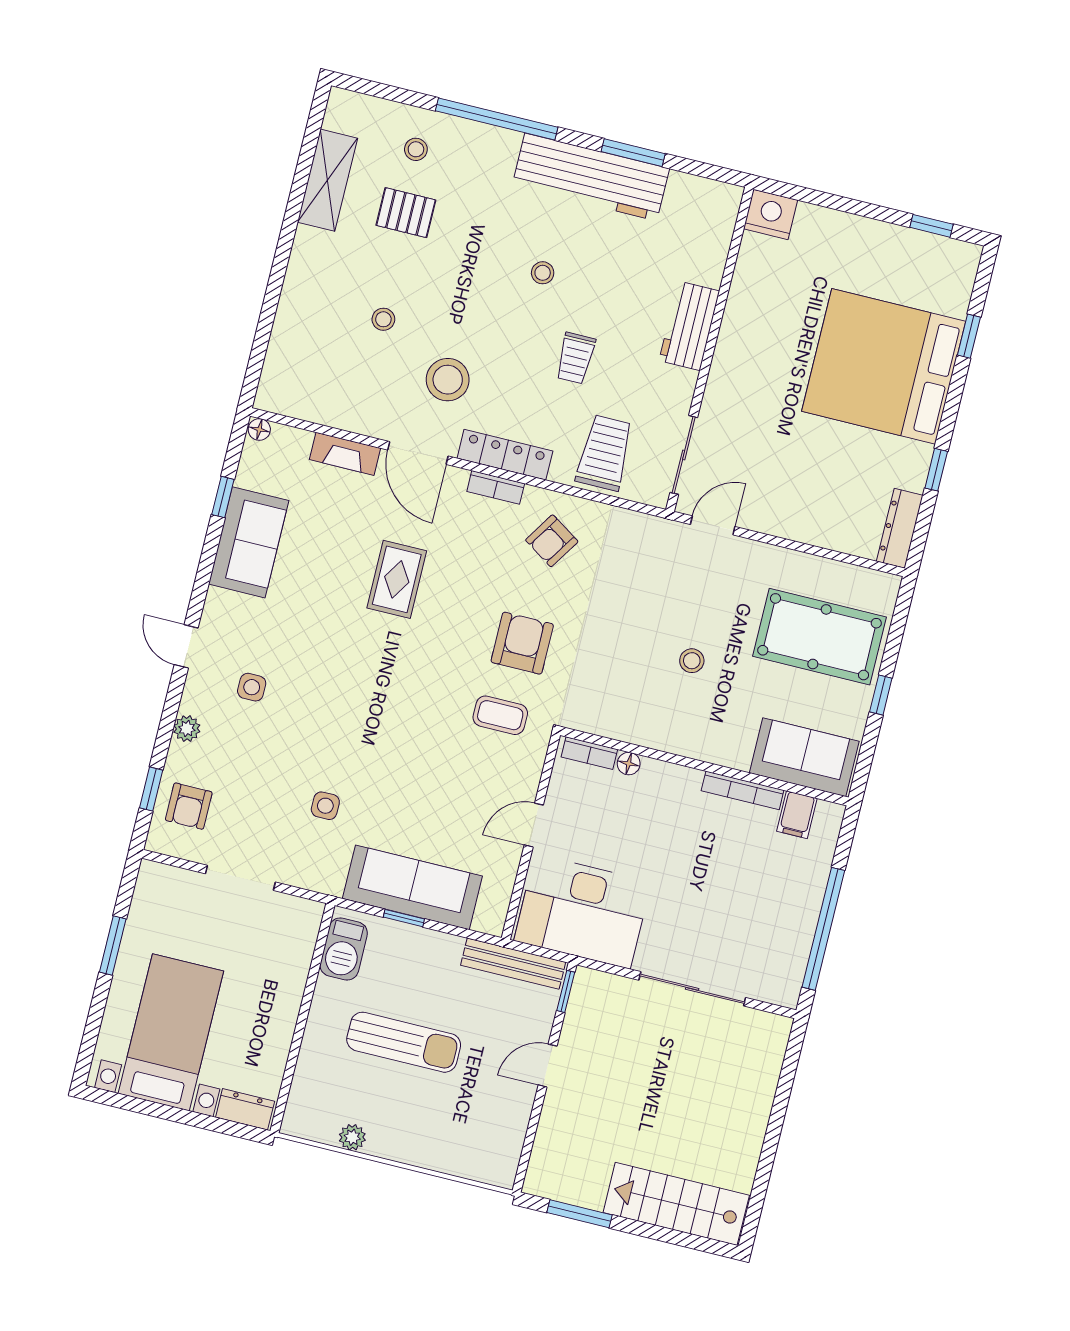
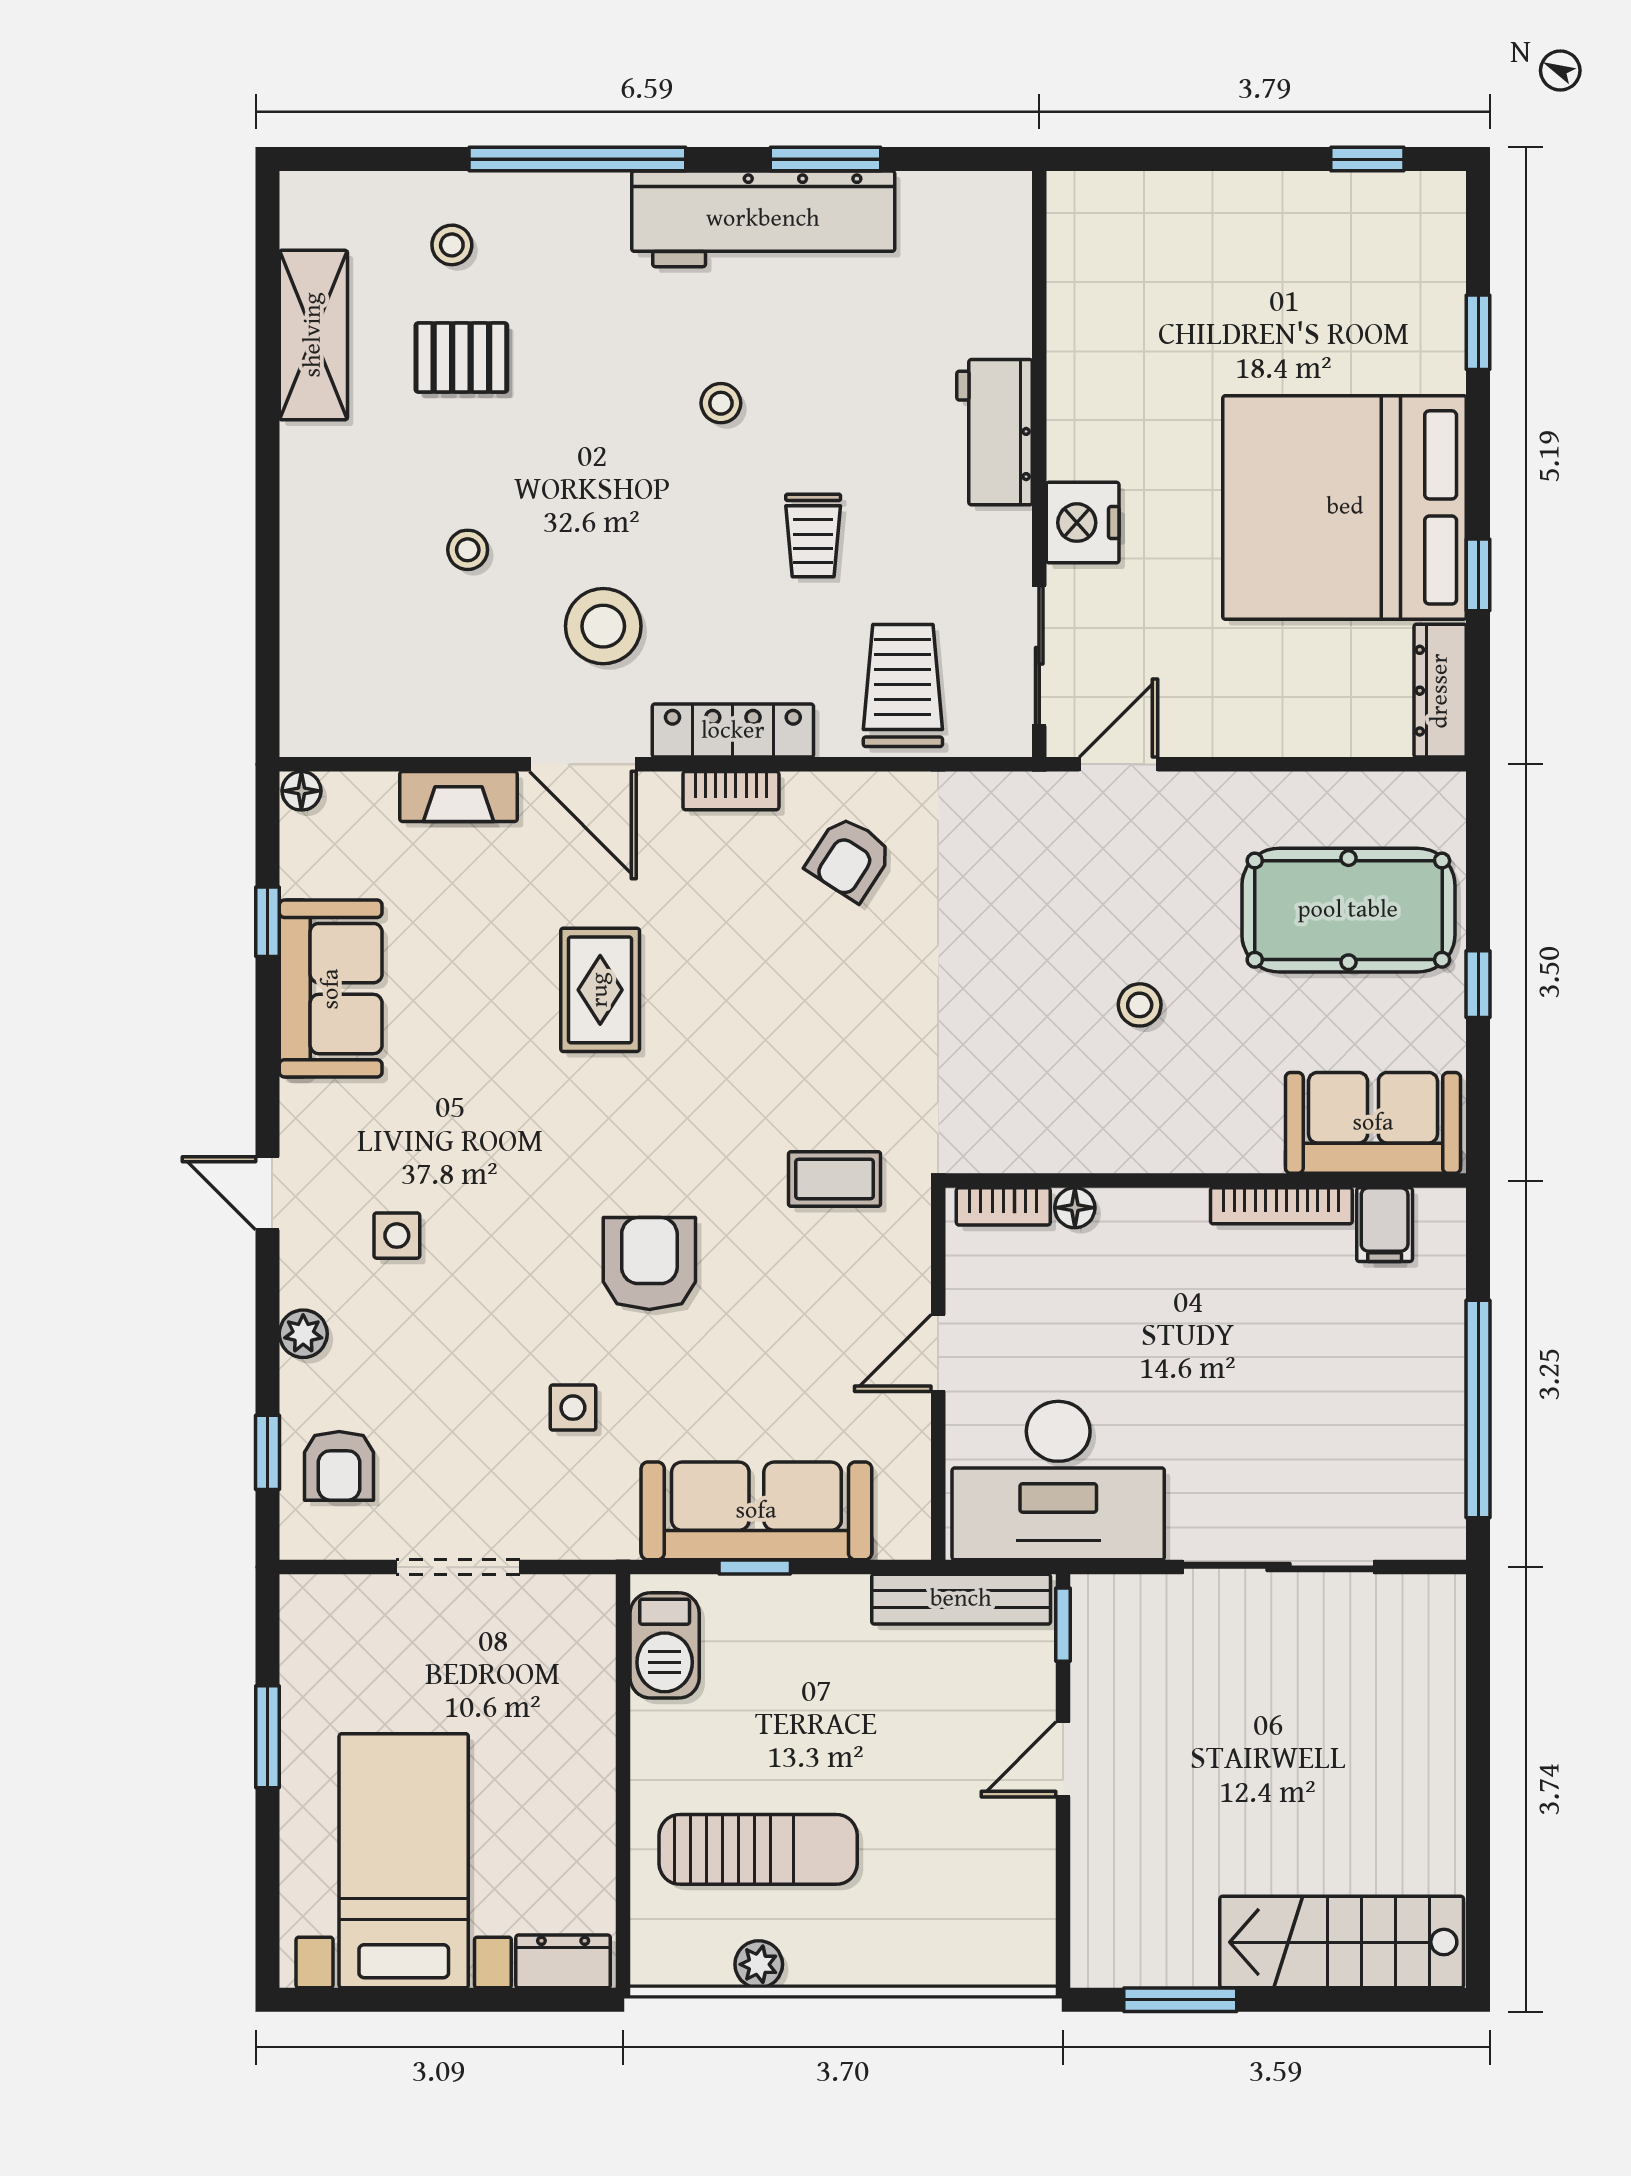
nightstand: (770, 214) -> (1083, 523), moved, turned -90
bed: (884, 366) -> (1345, 507), moved
armchair: (522, 643) -> (649, 1263), moved
sun lounger: (404, 1042) -> (758, 1849), moved

